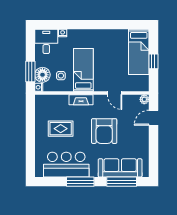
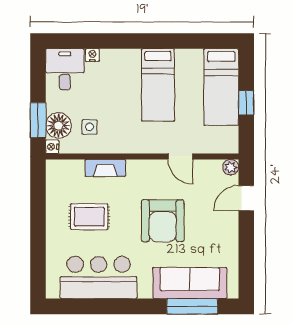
bed: (83, 70) -> (158, 85), moved, turned 180
fireplace: (81, 100) -> (105, 168), moved
window: (80, 182) -> (122, 306), removed

